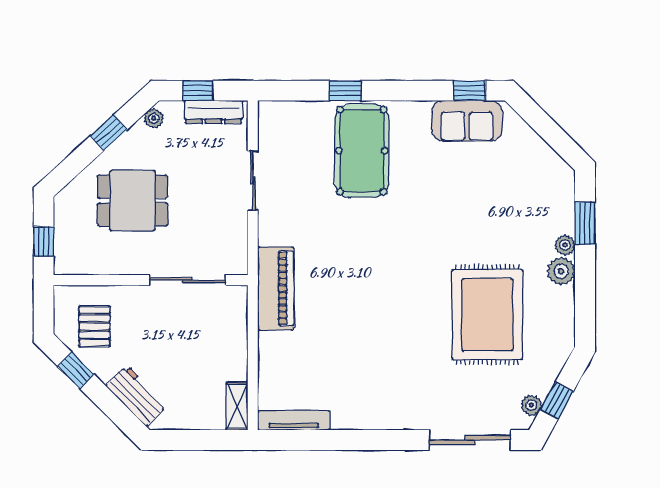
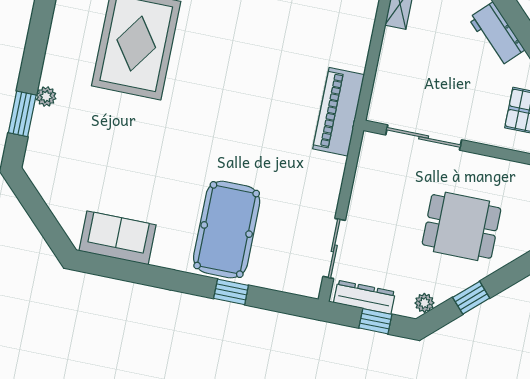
window: (470, 91) -> (109, 267), removed
sliding door: (253, 181) -> (334, 248), moved
plant: (561, 271) -> (55, 72), removed

